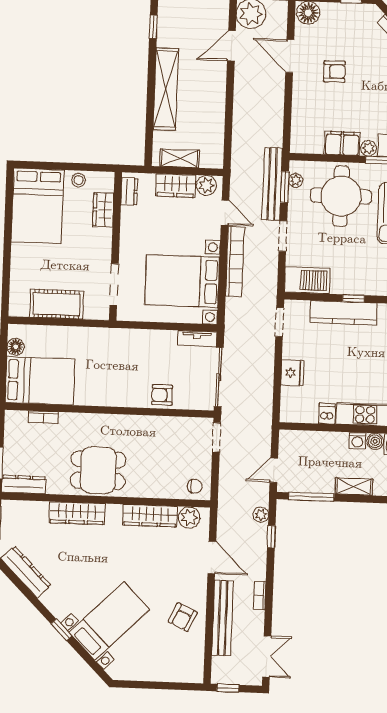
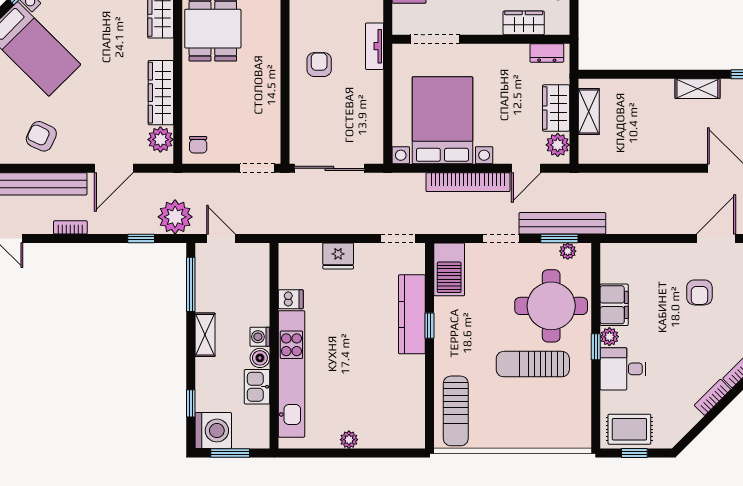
shelving: (166, 89) -> (697, 89), width x0.45, depth x0.75
tv unit: (197, 338) -> (375, 46), moved
armchair: (162, 395) -> (319, 65), moved
plant: (261, 515) -> (175, 217), width x1.87, depth x1.87

